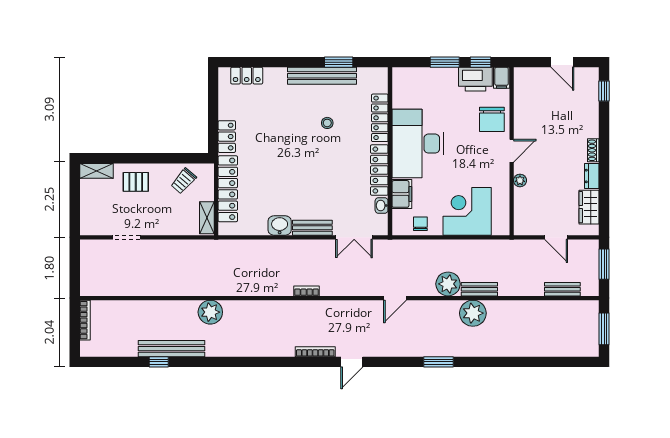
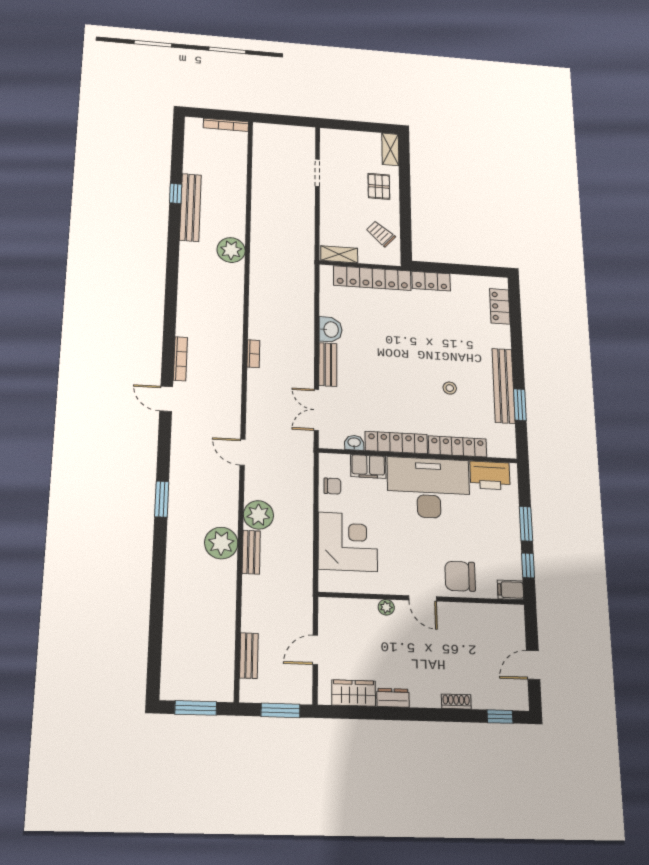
printer: (475, 79) -> (490, 475), moved, turned -90
shoe rack: (593, 150) -> (456, 702), moved

